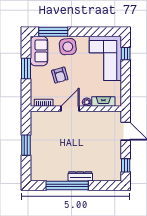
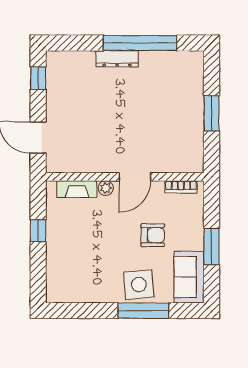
window: (53, 32) -> (143, 311), moved
window: (126, 54) -> (38, 231), moved
corner sofa: (105, 58) -> (73, 264), removed
armchair: (60, 75) -> (153, 235), turned 106

